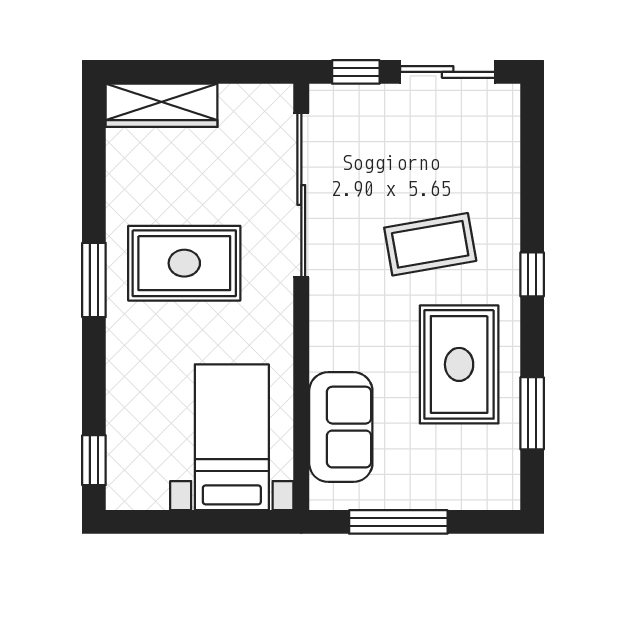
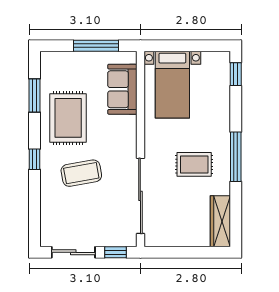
wardrobe: (162, 105) -> (220, 221), moved, turned -90
rug: (184, 263) -> (194, 164), width x0.73, depth x0.70
window: (94, 280) -> (236, 157), width x1.44

